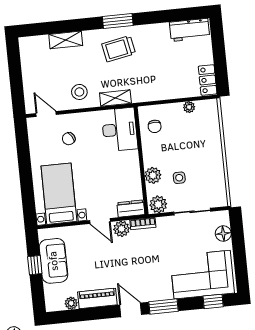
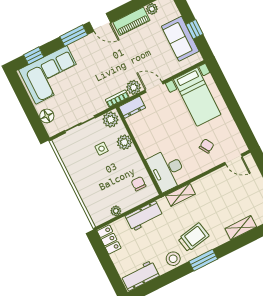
workbench: (162, 90) -> (144, 216), added
stool: (79, 92) -> (173, 259), moved

